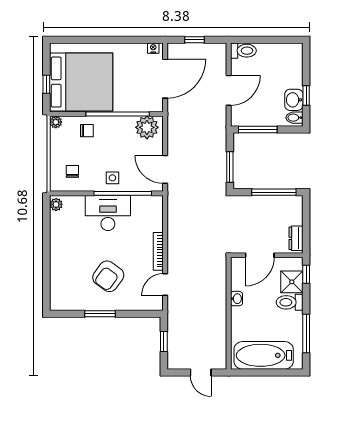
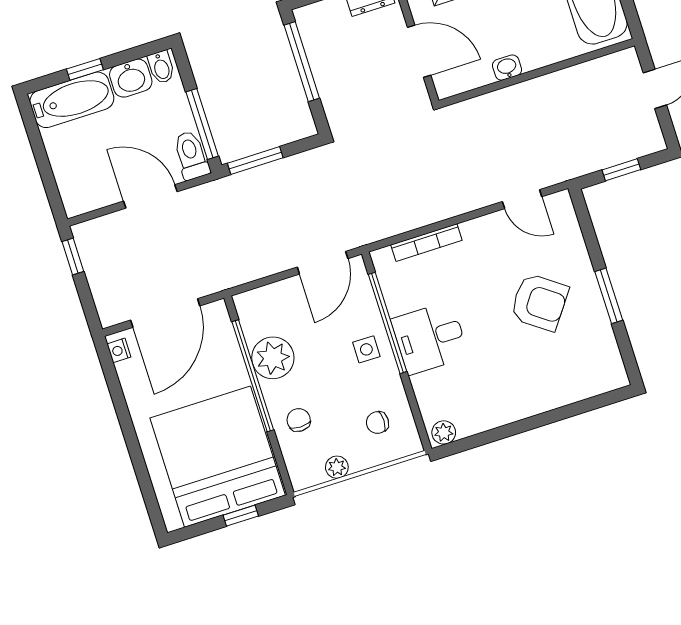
window: (194, 40) -> (73, 256), moved
toilet: (243, 51) -> (191, 155), moved
bathtub: (292, 65) -> (72, 100), added
door: (165, 79) -> (165, 313), swing flipped
window: (306, 95) -> (85, 69), moved
plant: (56, 122) -> (337, 467), moved
plant: (147, 127) -> (273, 358), moved
window: (230, 167) -> (255, 161), moved
desk: (108, 213) -> (430, 338), width x0.73
bookcase: (158, 251) -> (426, 243), moved

